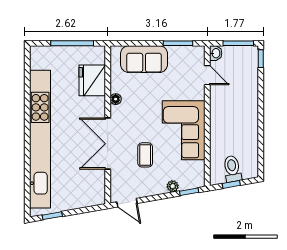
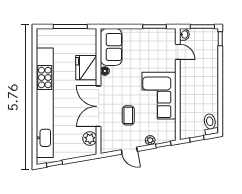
sofa: (144, 59) -> (111, 47), moved, turned -90
fridge: (92, 80) -> (86, 68), moved
toilet: (232, 169) -> (210, 124), moved
plant: (97, 184) -> (90, 139), added
door: (127, 203) -> (129, 151), moved

